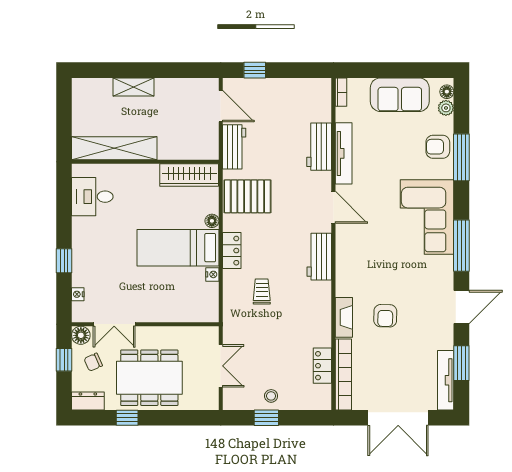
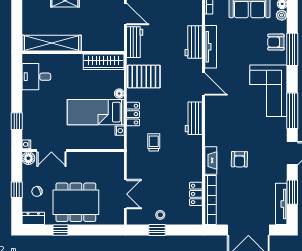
double door: (114, 324) -> (51, 151), moved
wall: (145, 324) -> (73, 151), moved
floor lamp: (81, 335) -> (28, 158), moved

